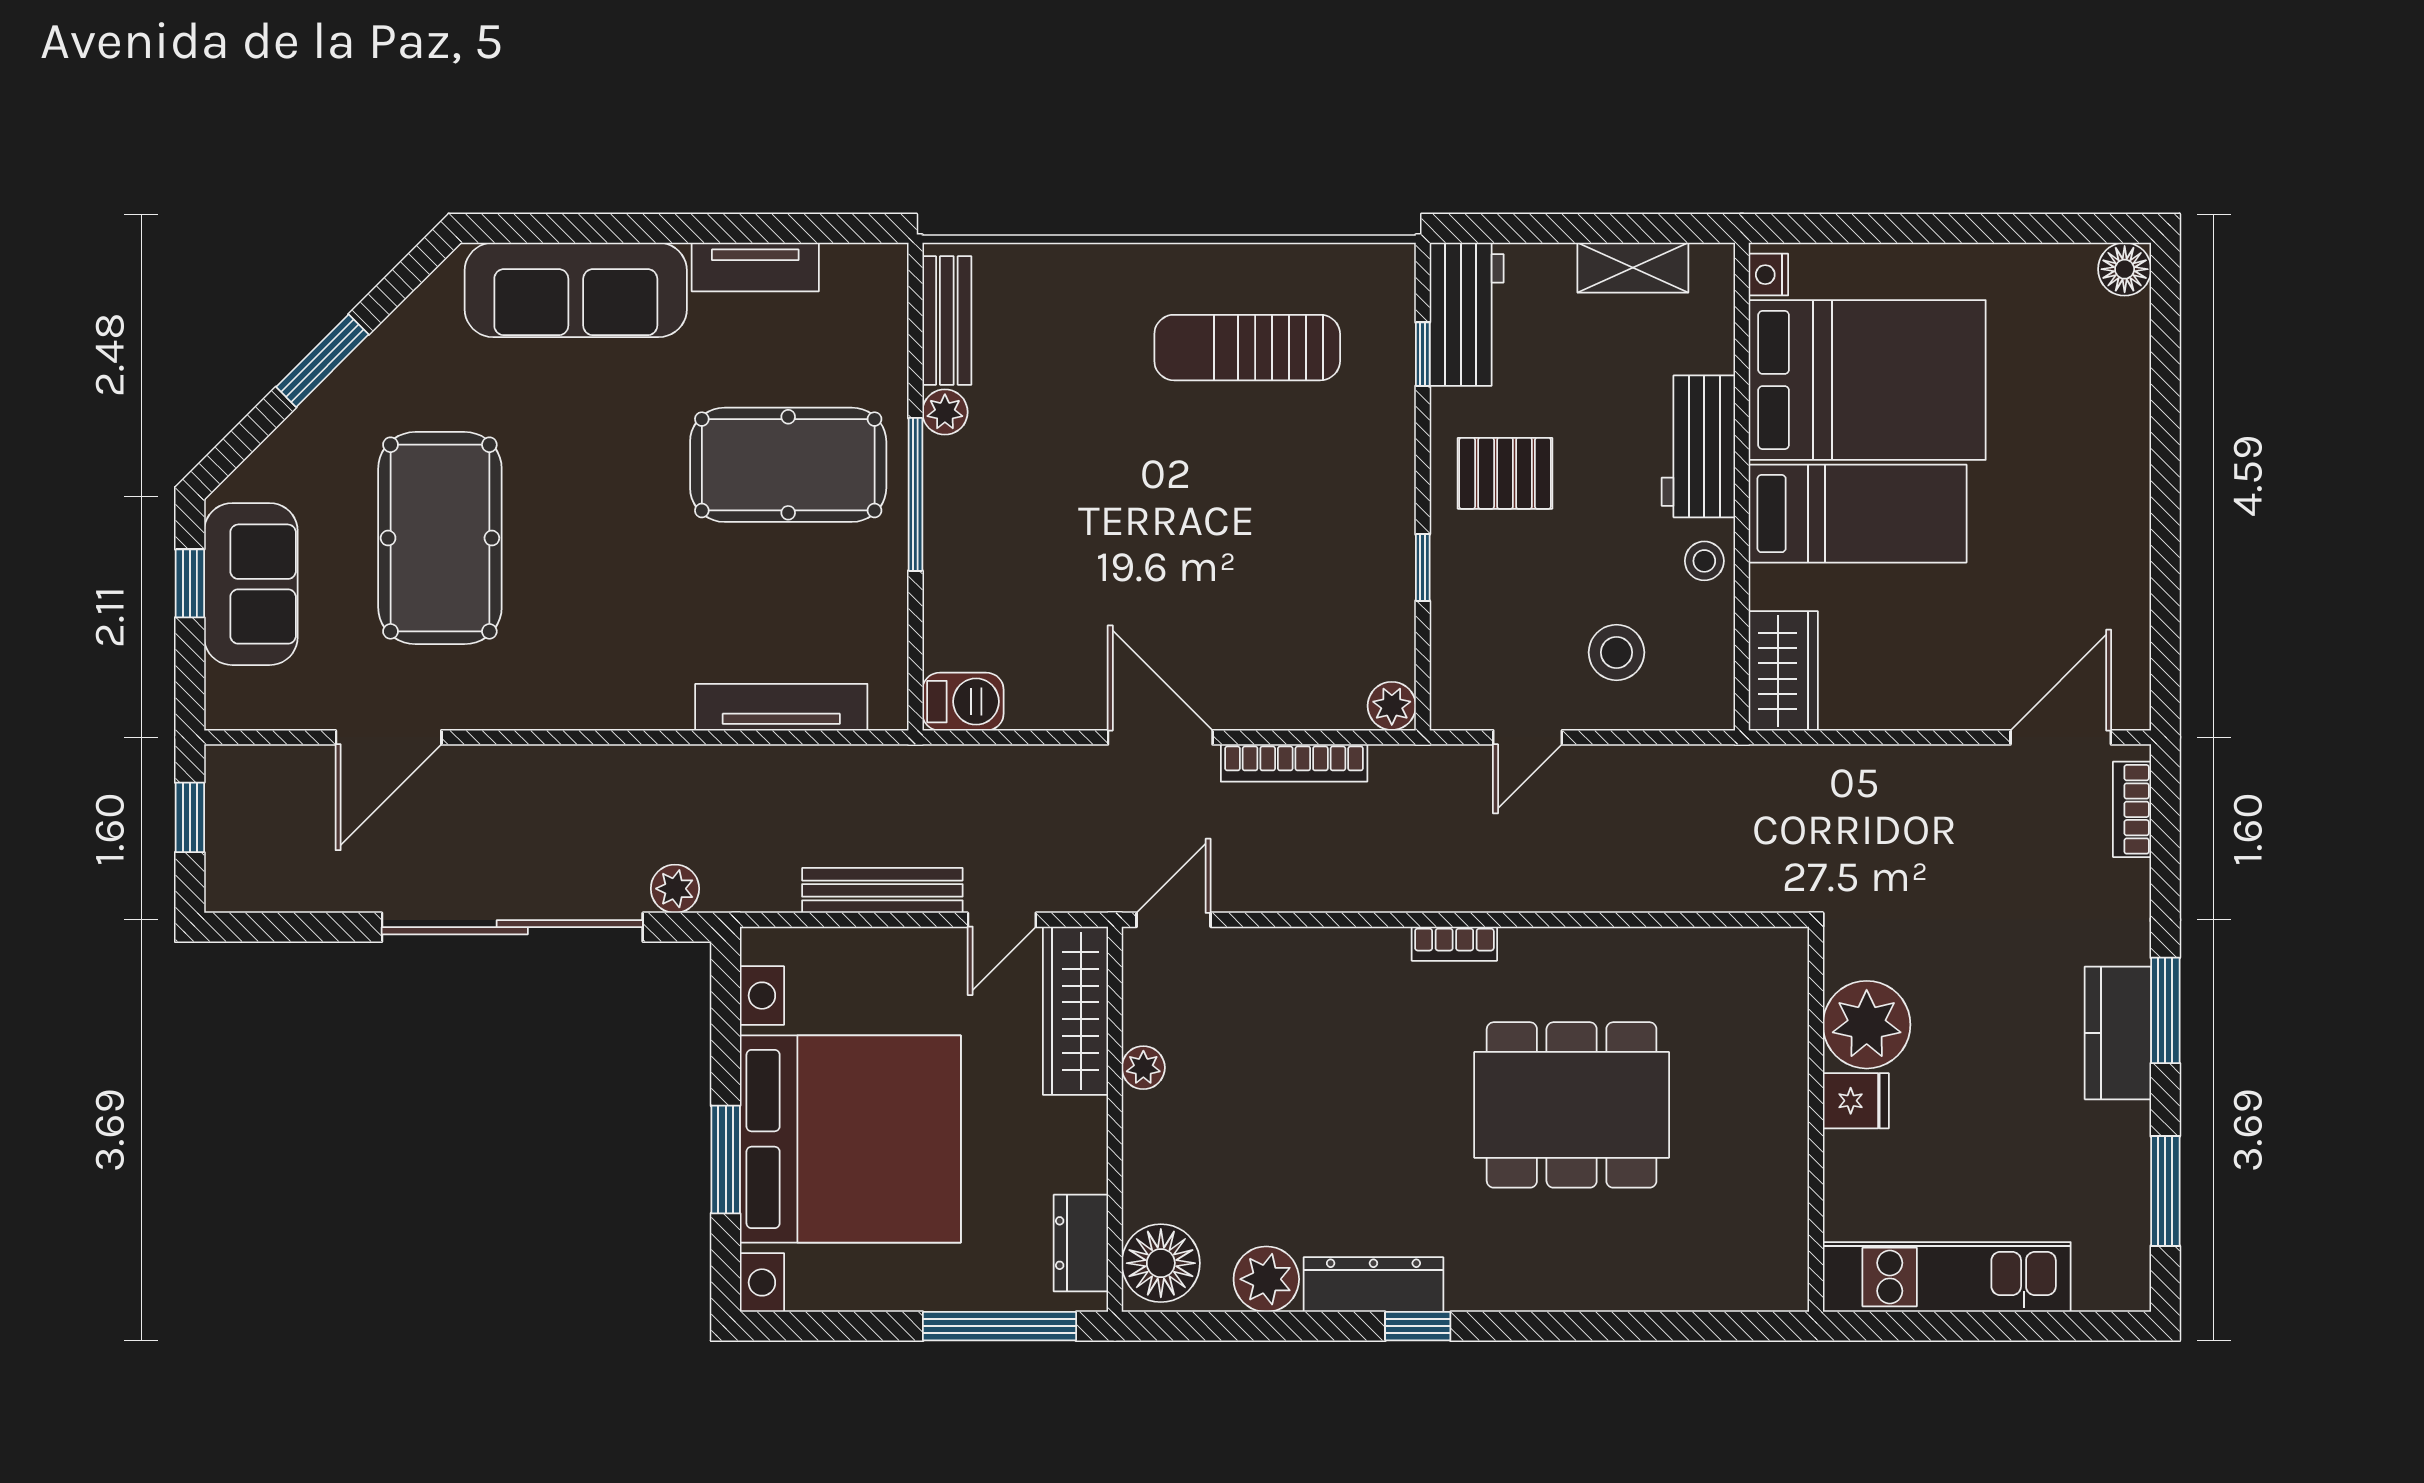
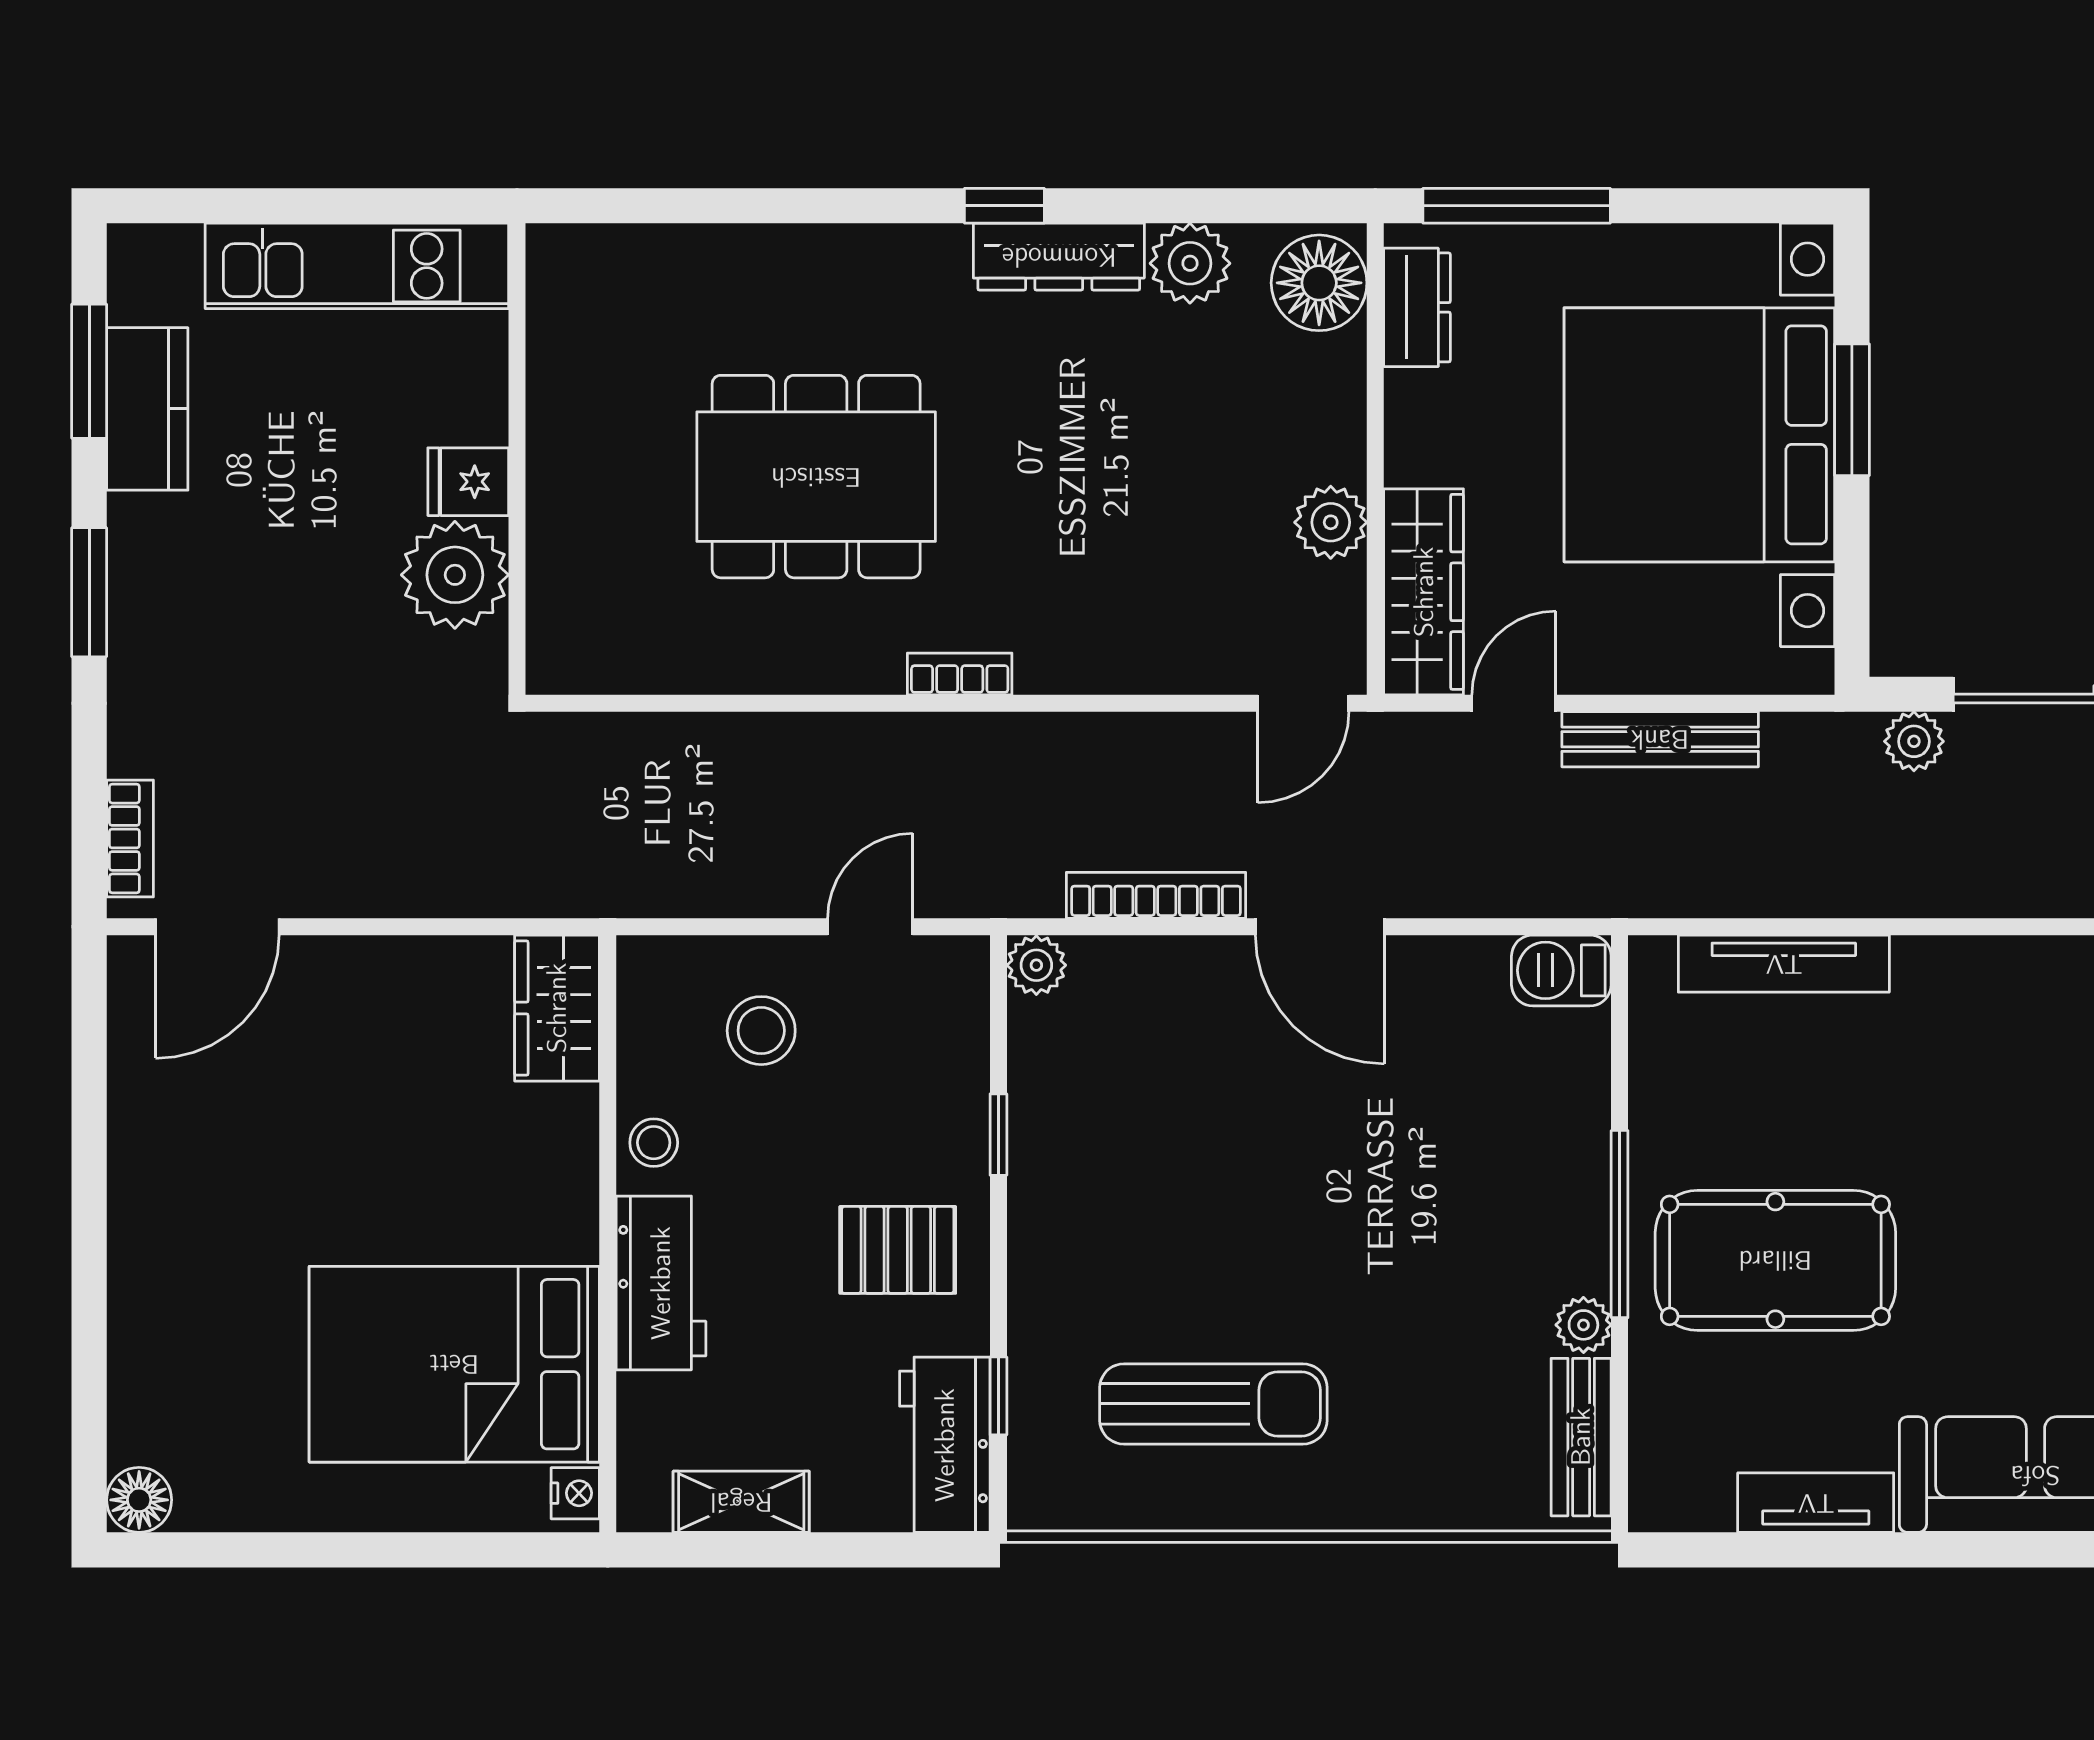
bed: (1858, 514) -> (466, 1201), removed
kitchen counter: (2118, 1033) -> (147, 409), moved
plant: (1143, 1068) -> (1331, 522), width x1.38, depth x1.38

